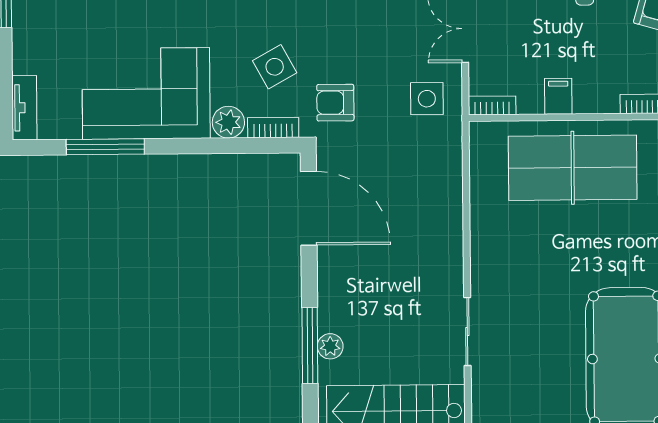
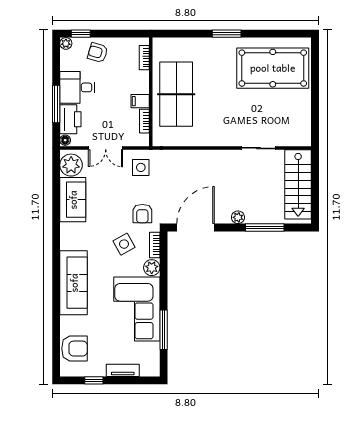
bookcase: (492, 105) -> (144, 121), moved
tv unit: (24, 108) -> (123, 370), moved
plant: (330, 346) -> (238, 217), moved

